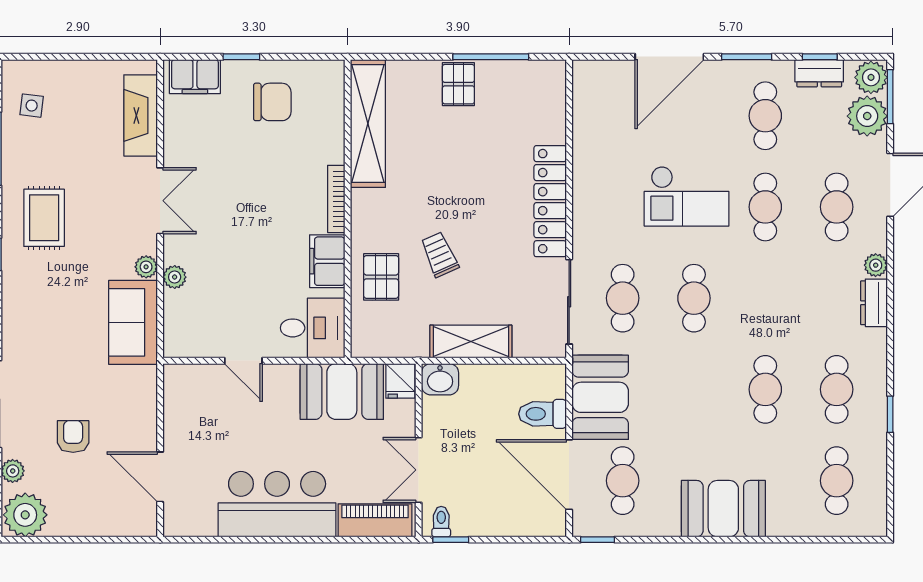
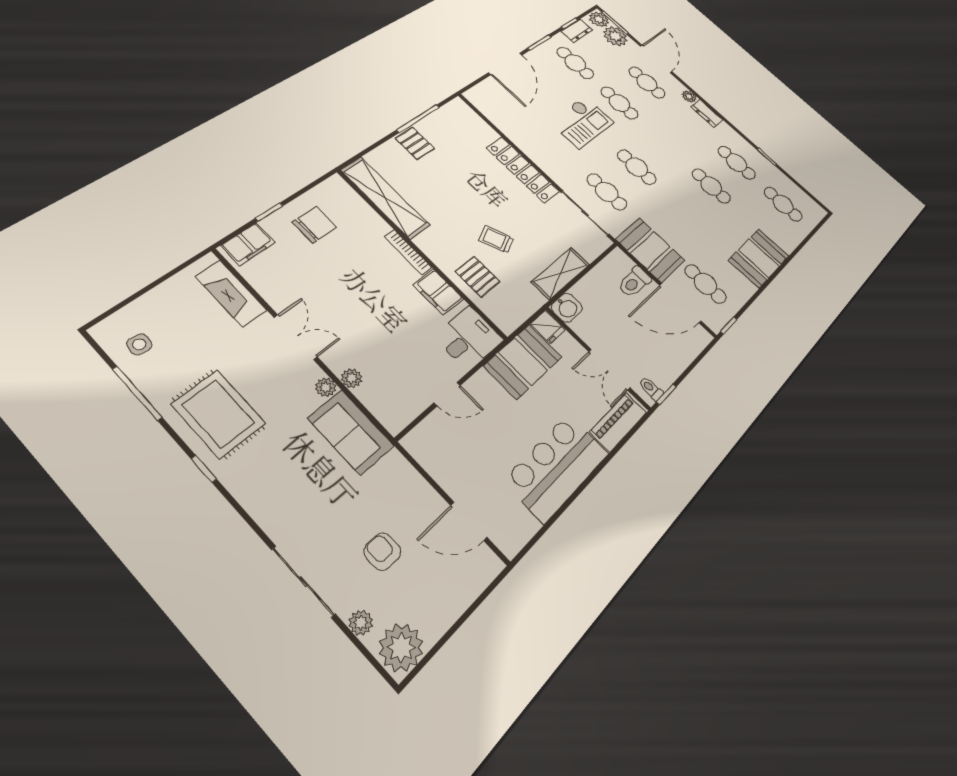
rug: (44, 218) -> (218, 414), width x1.36, depth x1.43

